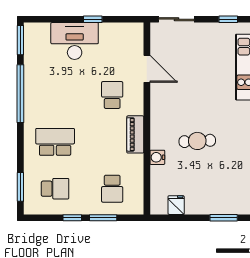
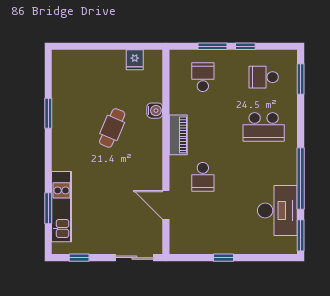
desk: (75, 41) -> (277, 211), moved, turned -90
cafe table: (197, 141) -> (112, 128), turned -64
window: (224, 218) -> (84, 46), removed

